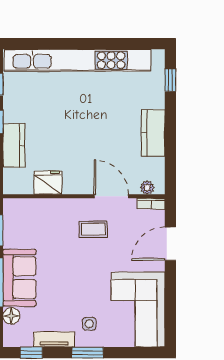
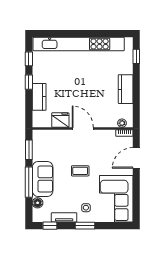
door: (111, 196) -> (83, 128), moved
coffee table: (93, 229) -> (80, 171), moved

